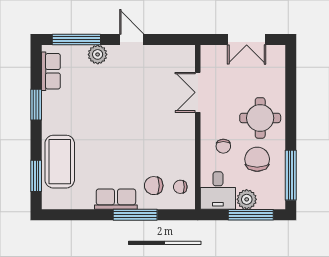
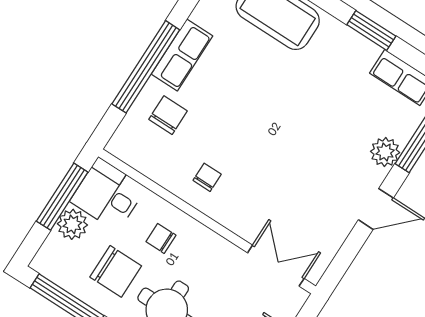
double door: (198, 92) -> (276, 266), moved
chair: (180, 187) -> (207, 177), moved
window: (135, 215) -> (146, 67), width x1.46
window: (251, 215) -> (62, 197), moved

